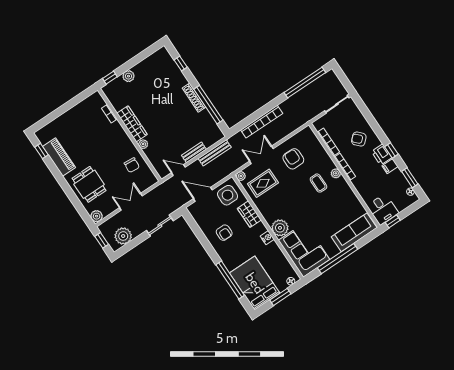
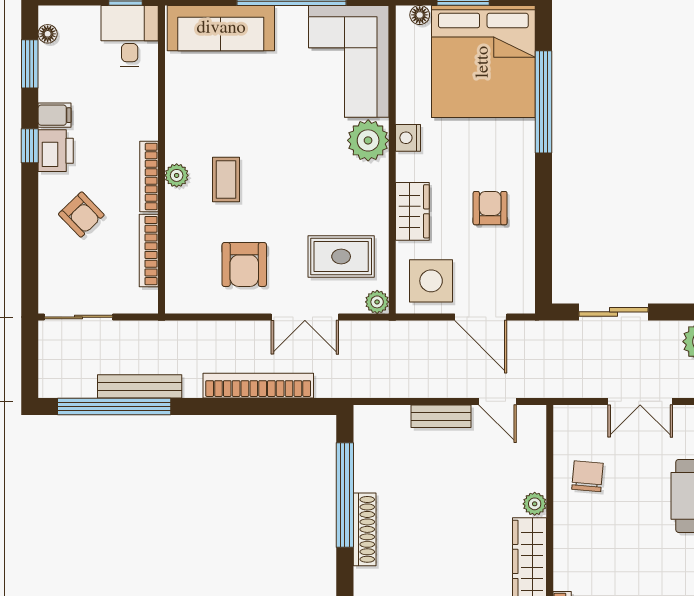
bench: (215, 153) -> (140, 386), moved
bed: (255, 283) -> (483, 62), width x1.36

